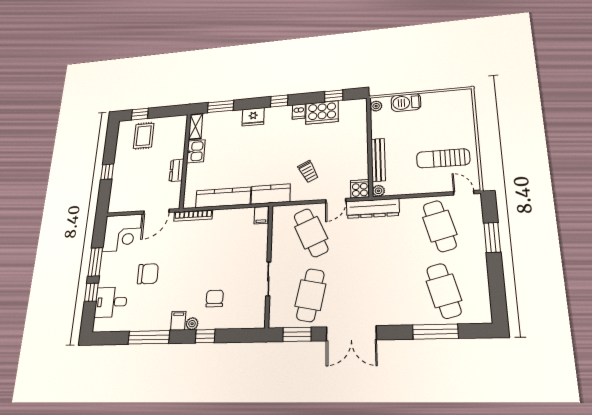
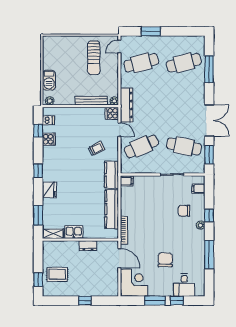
dishwasher: (299, 111) -> (48, 120), moved
cooker: (322, 113) -> (49, 139), width x0.53, depth x0.76
filing cabinet: (178, 321) -> (198, 189), moved

